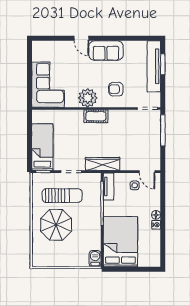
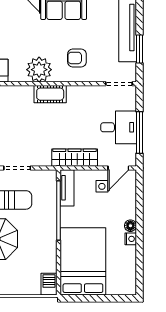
window: (163, 64) -> (139, 49), moved
window: (163, 130) -> (139, 132), moved
desk: (147, 141) -> (119, 127), added
wardrobe: (103, 164) -> (75, 158), moved
door: (147, 172) -> (118, 168), hinge flipped

